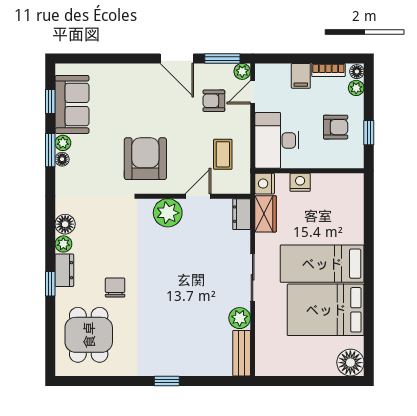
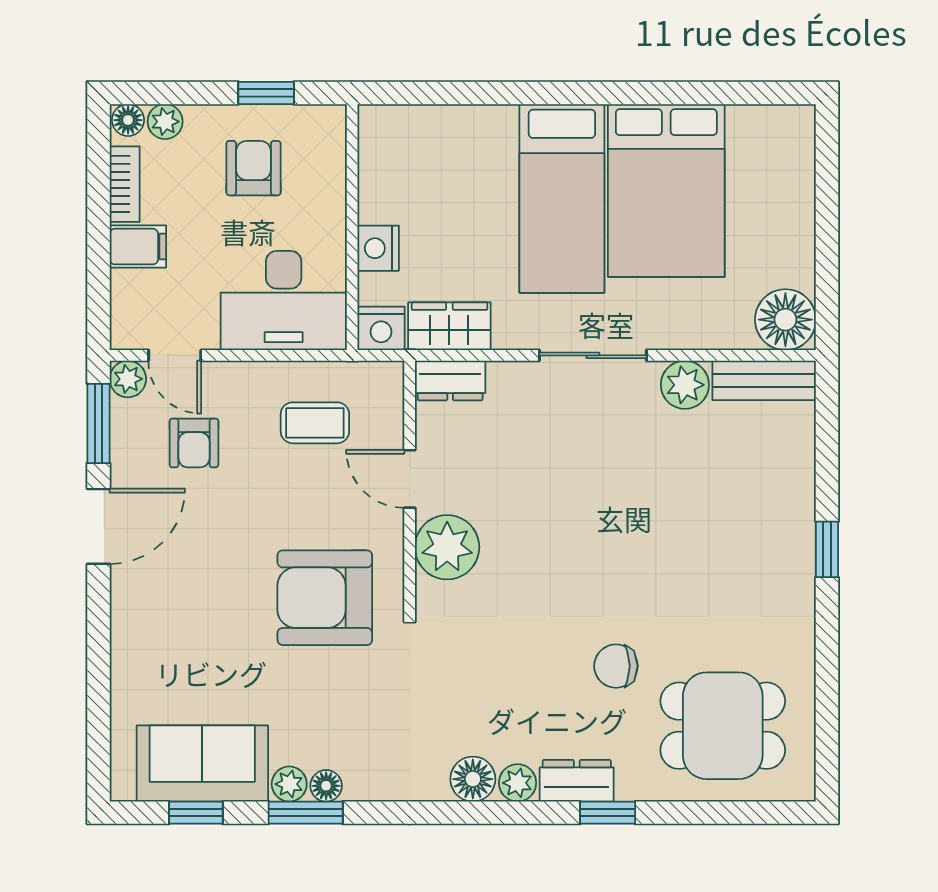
floor lamp: (350, 363) -> (785, 320), moved

